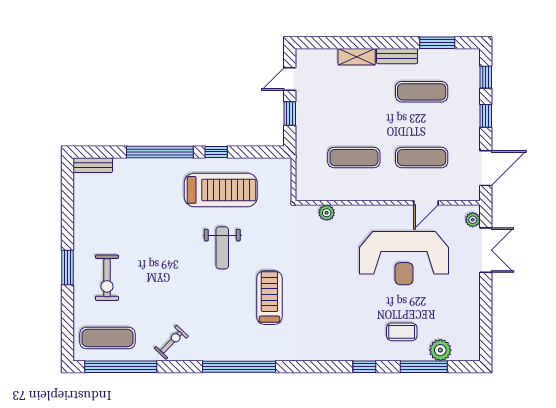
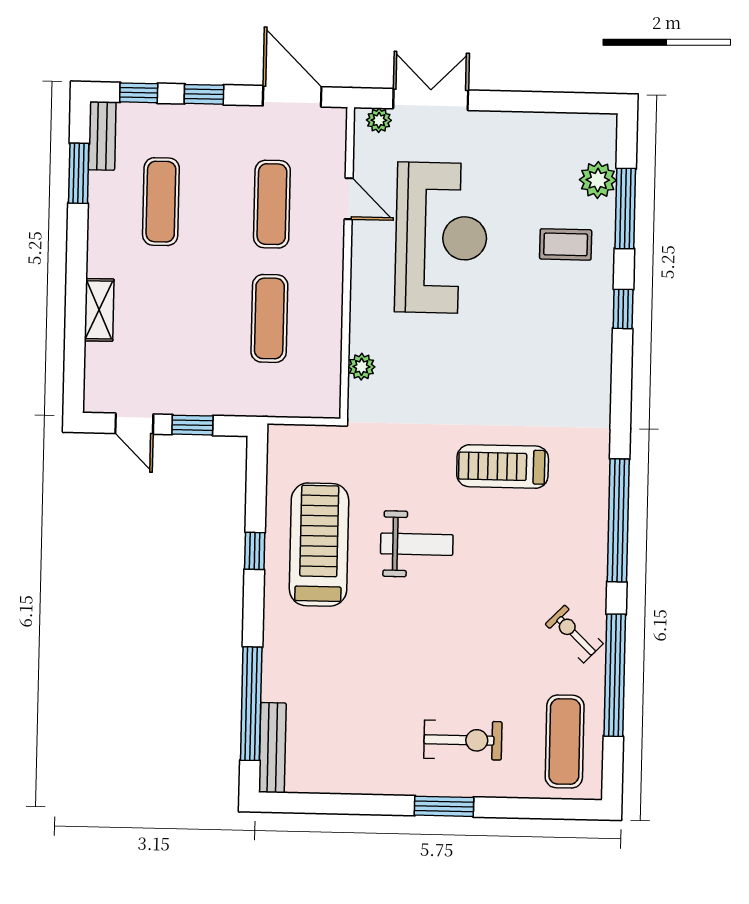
bench: (397, 56) -> (102, 136), moved
window: (160, 152) -> (251, 704), moved
bench: (93, 165) -> (272, 748), width x1.36
coffee table: (402, 332) -> (566, 244), turned 90
window: (121, 367) -> (615, 675), moved

